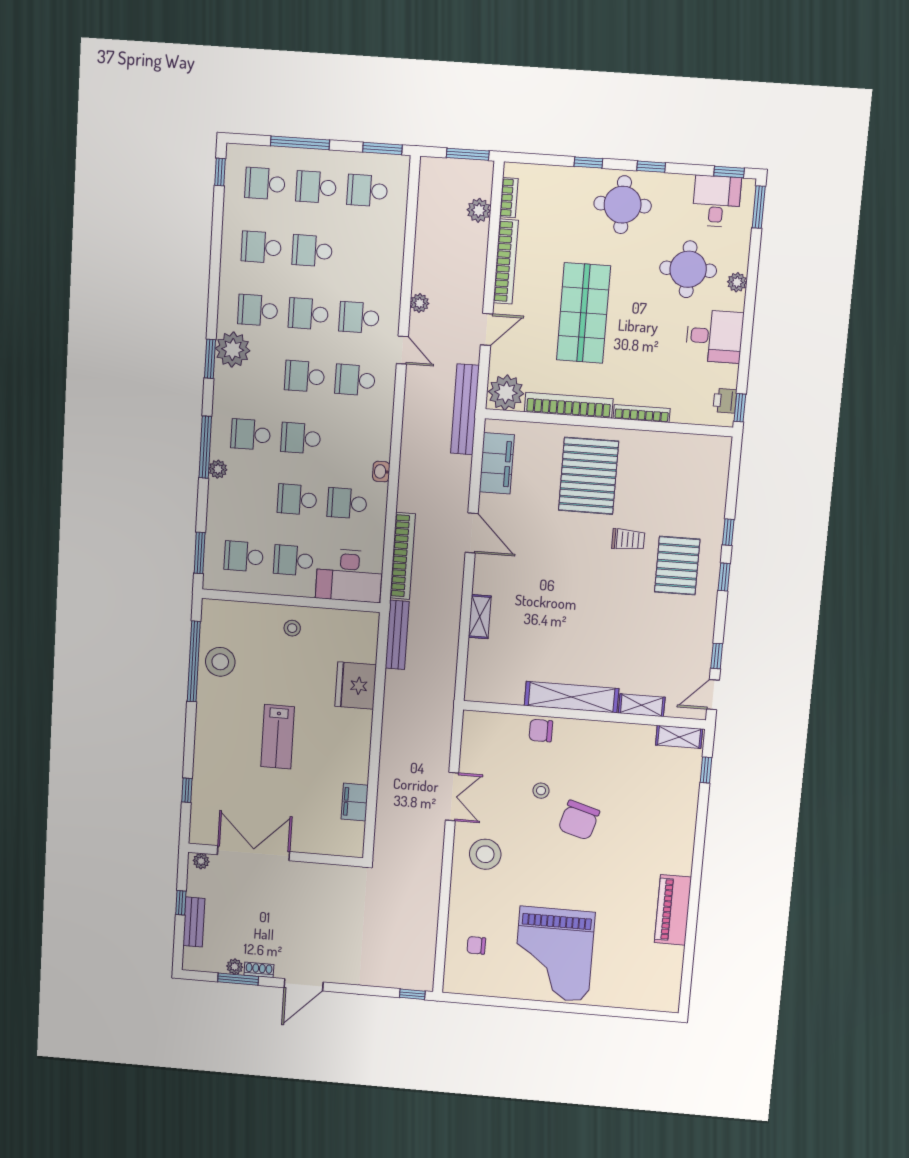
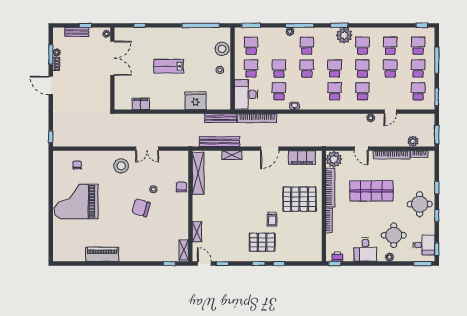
door: (402, 350) -> (390, 112), moved
bench: (465, 409) -> (219, 142), moved
stool: (220, 662) -> (222, 49), moved
shelving: (572, 697) -> (198, 173), moved

